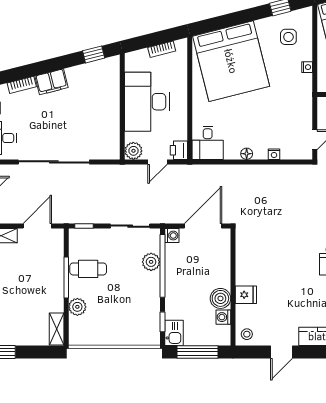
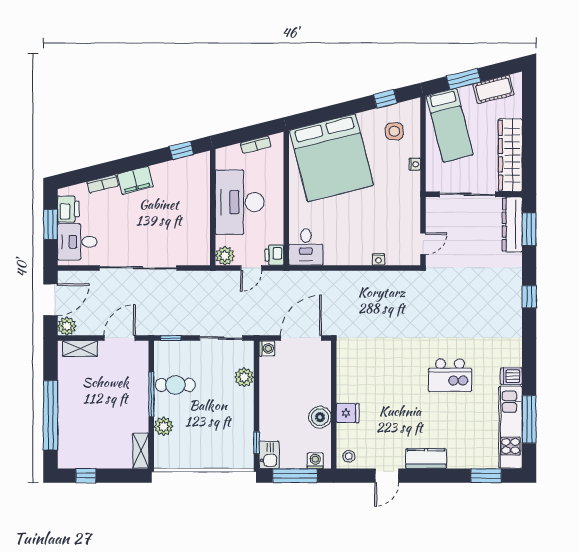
floor lamp: (247, 154) -> (349, 259), removed
window: (162, 266) -> (257, 382), removed
washing machine: (223, 317) -> (315, 461), moved, turned 90

